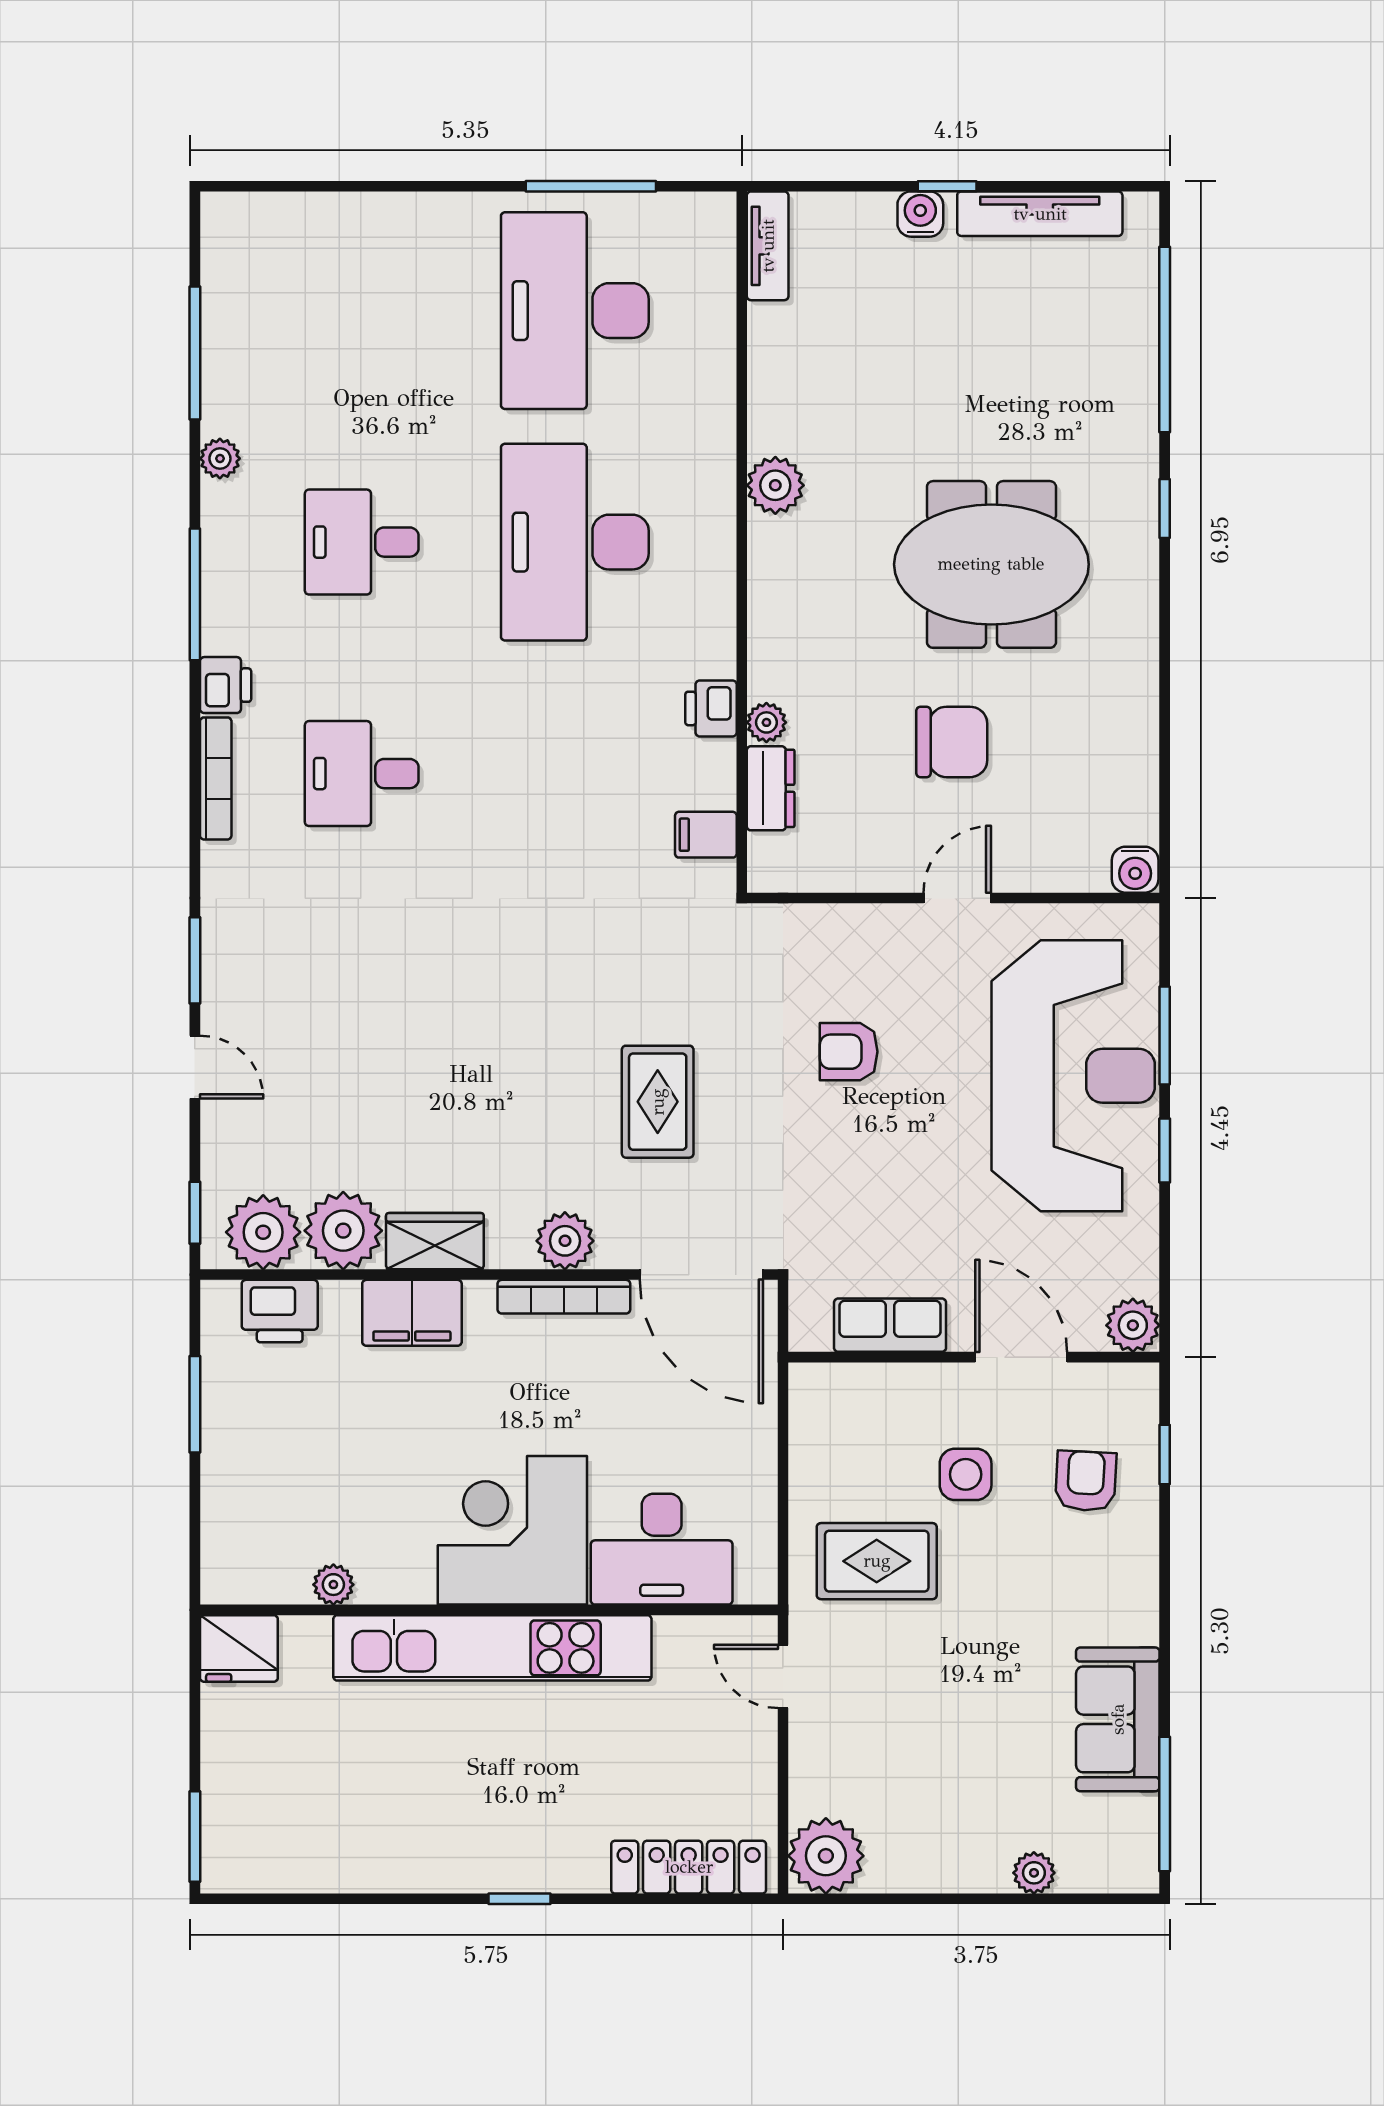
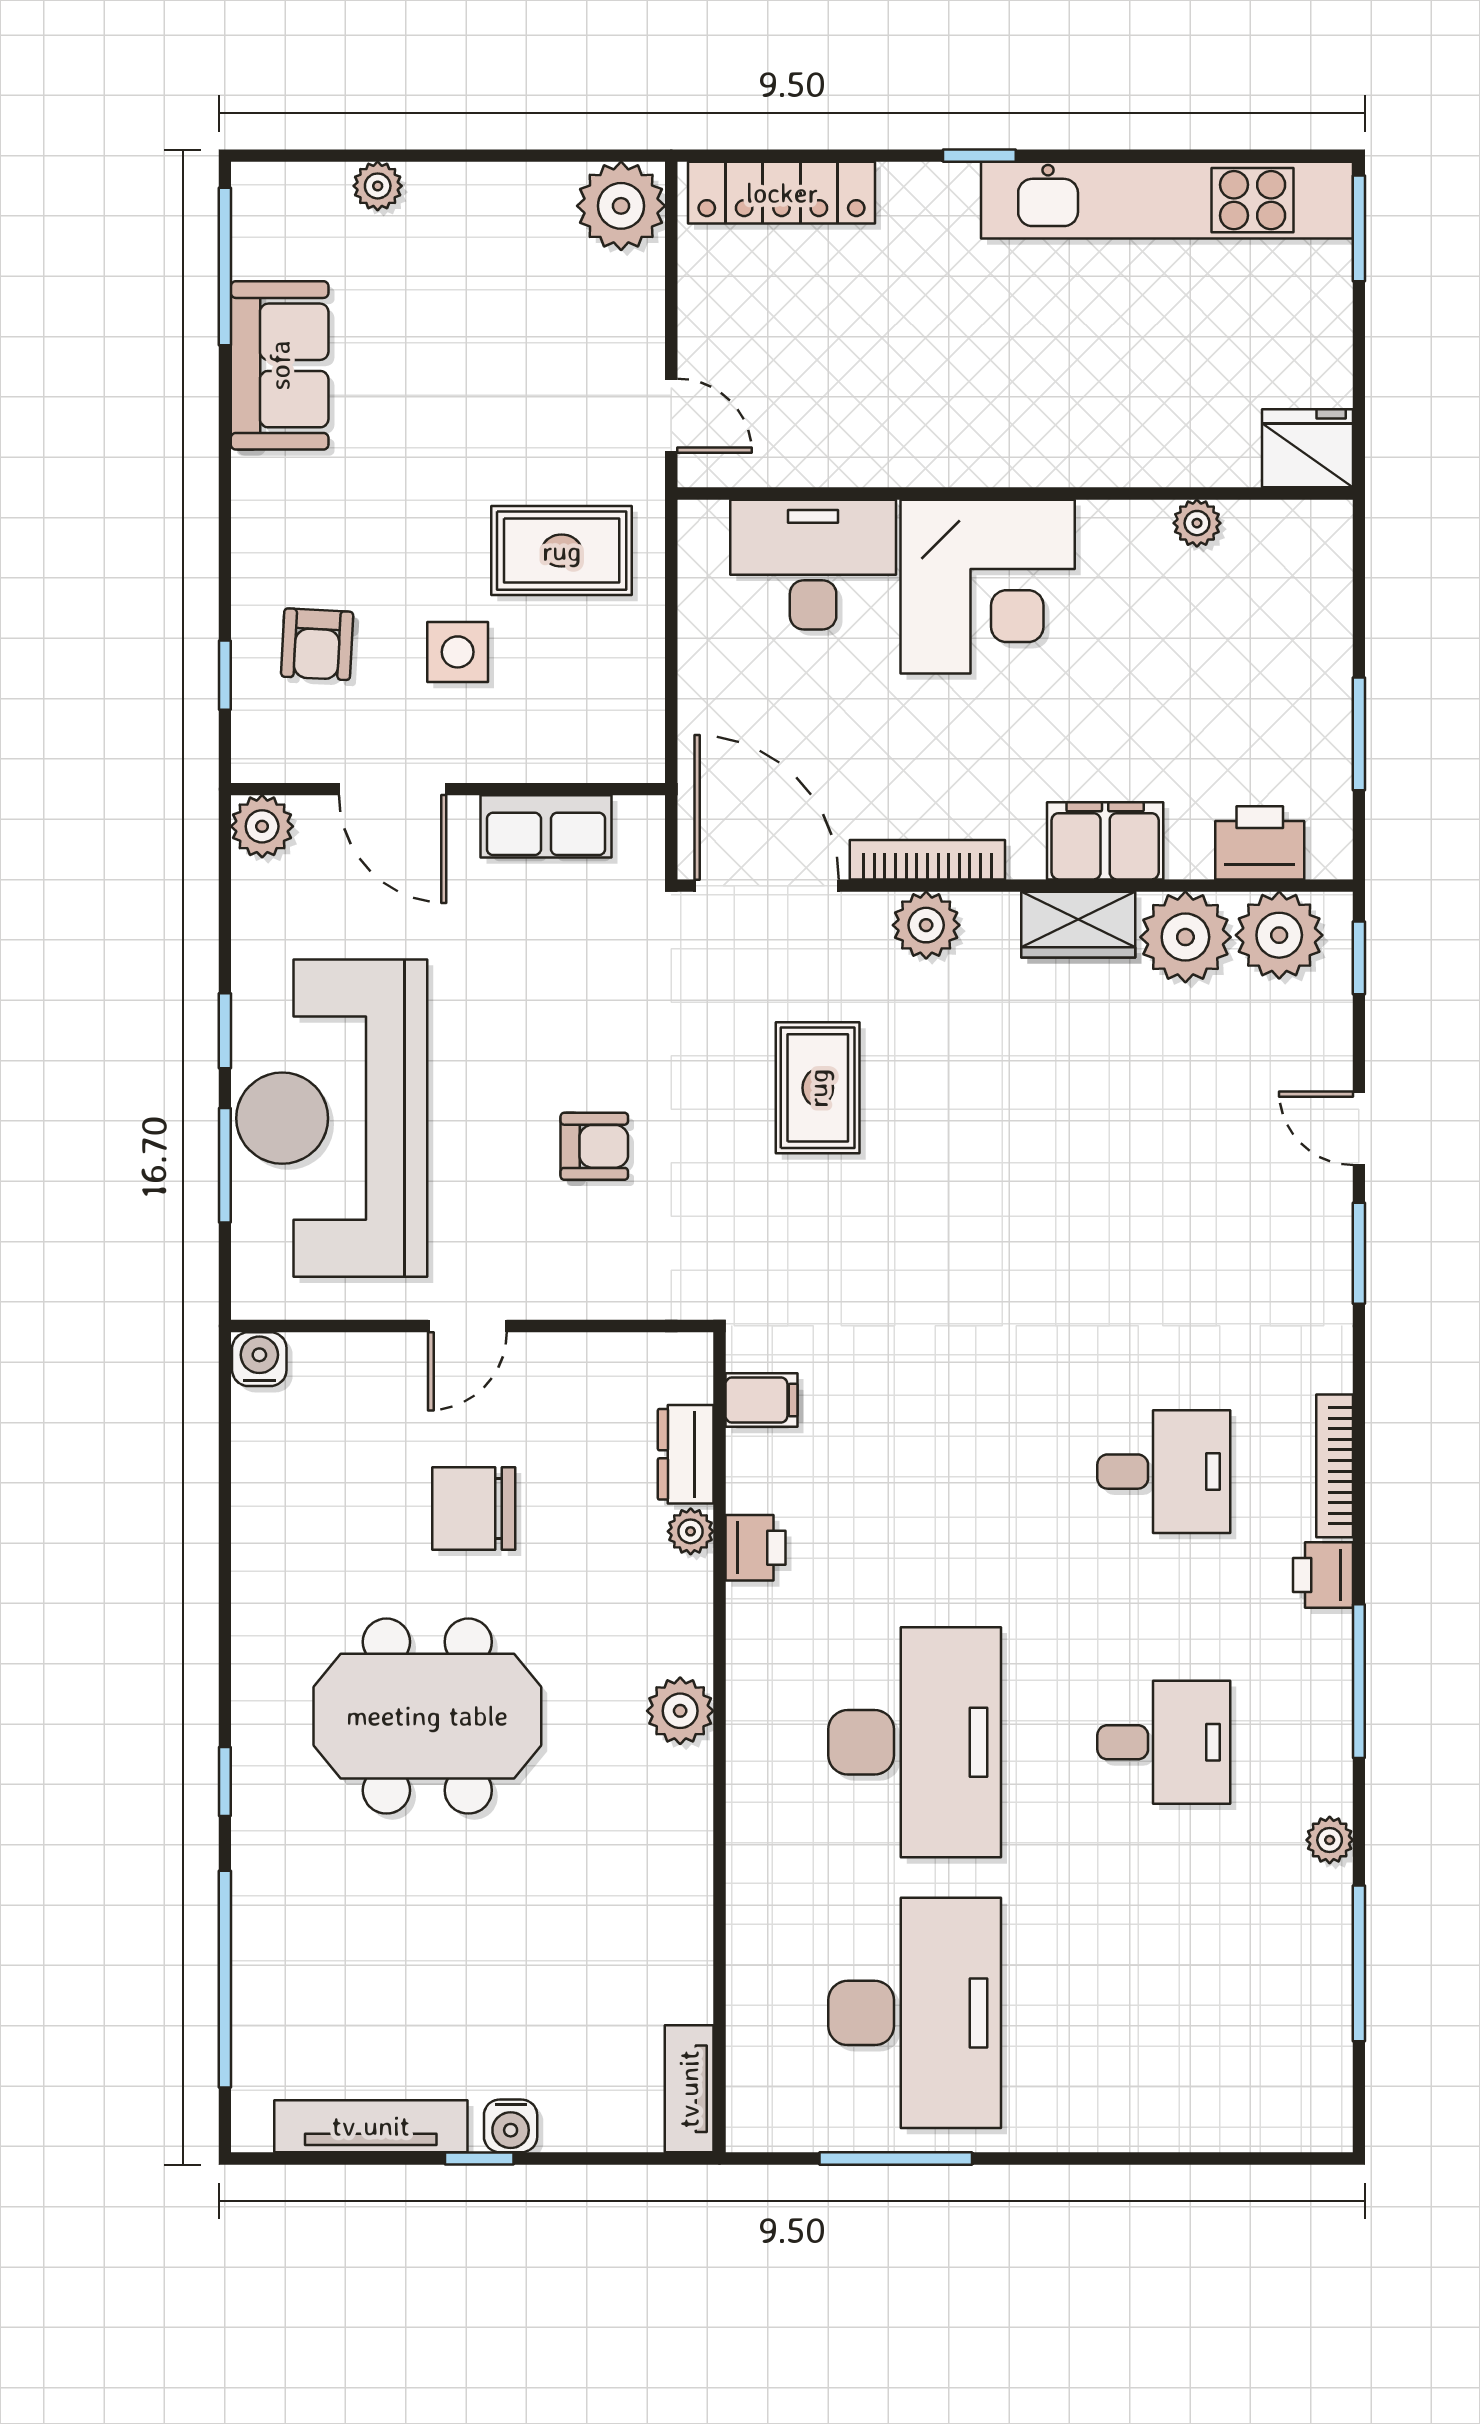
plant: (775, 485) -> (680, 1711), moved
kitchen unit: (492, 1648) -> (1167, 200), moved, turned 180

